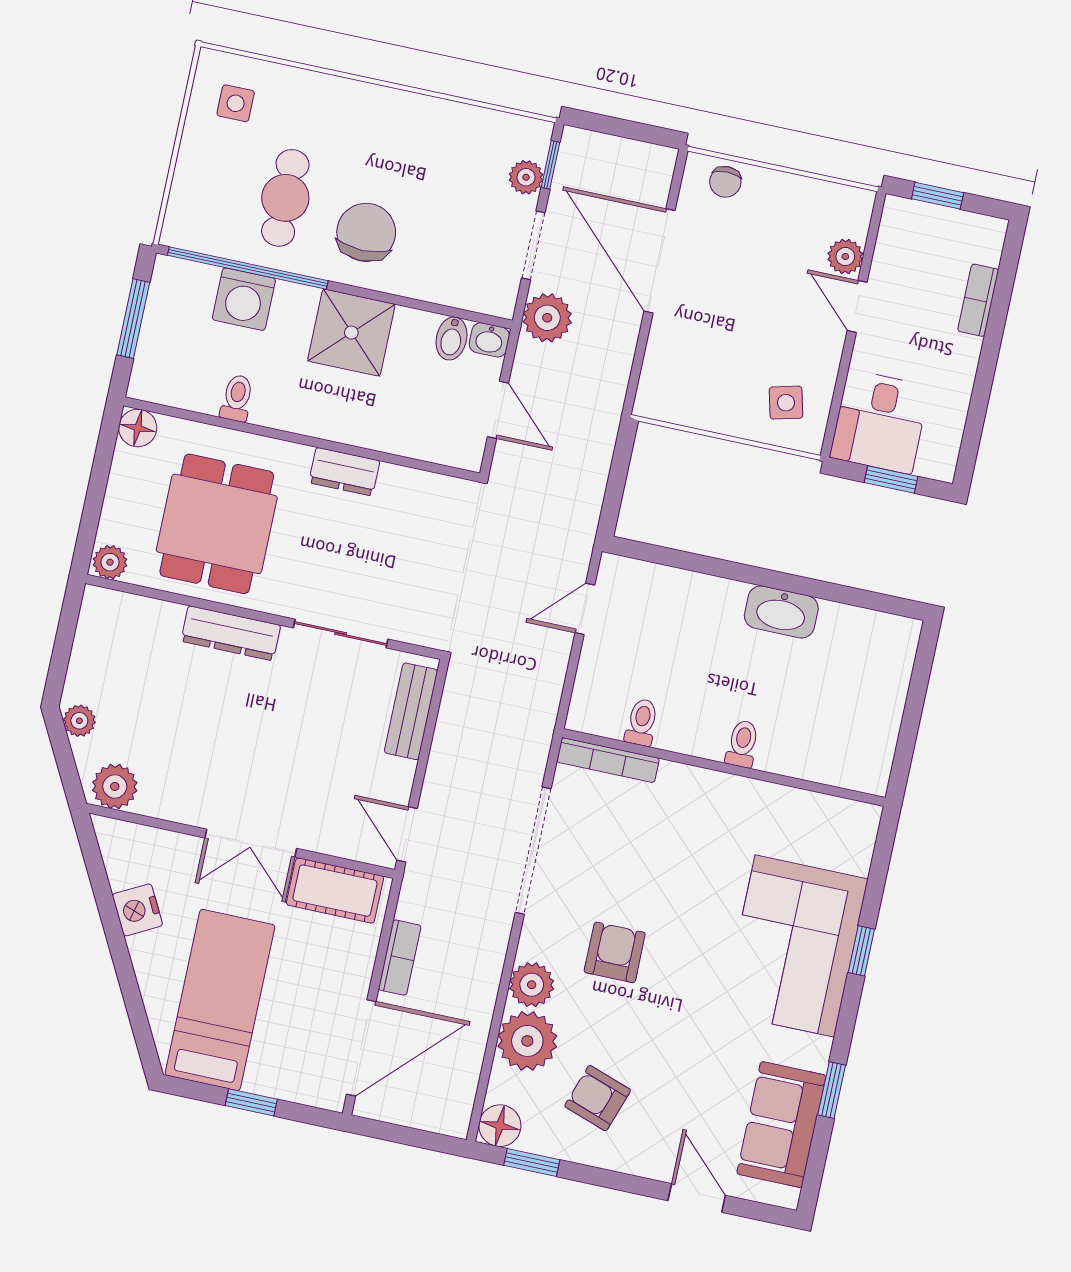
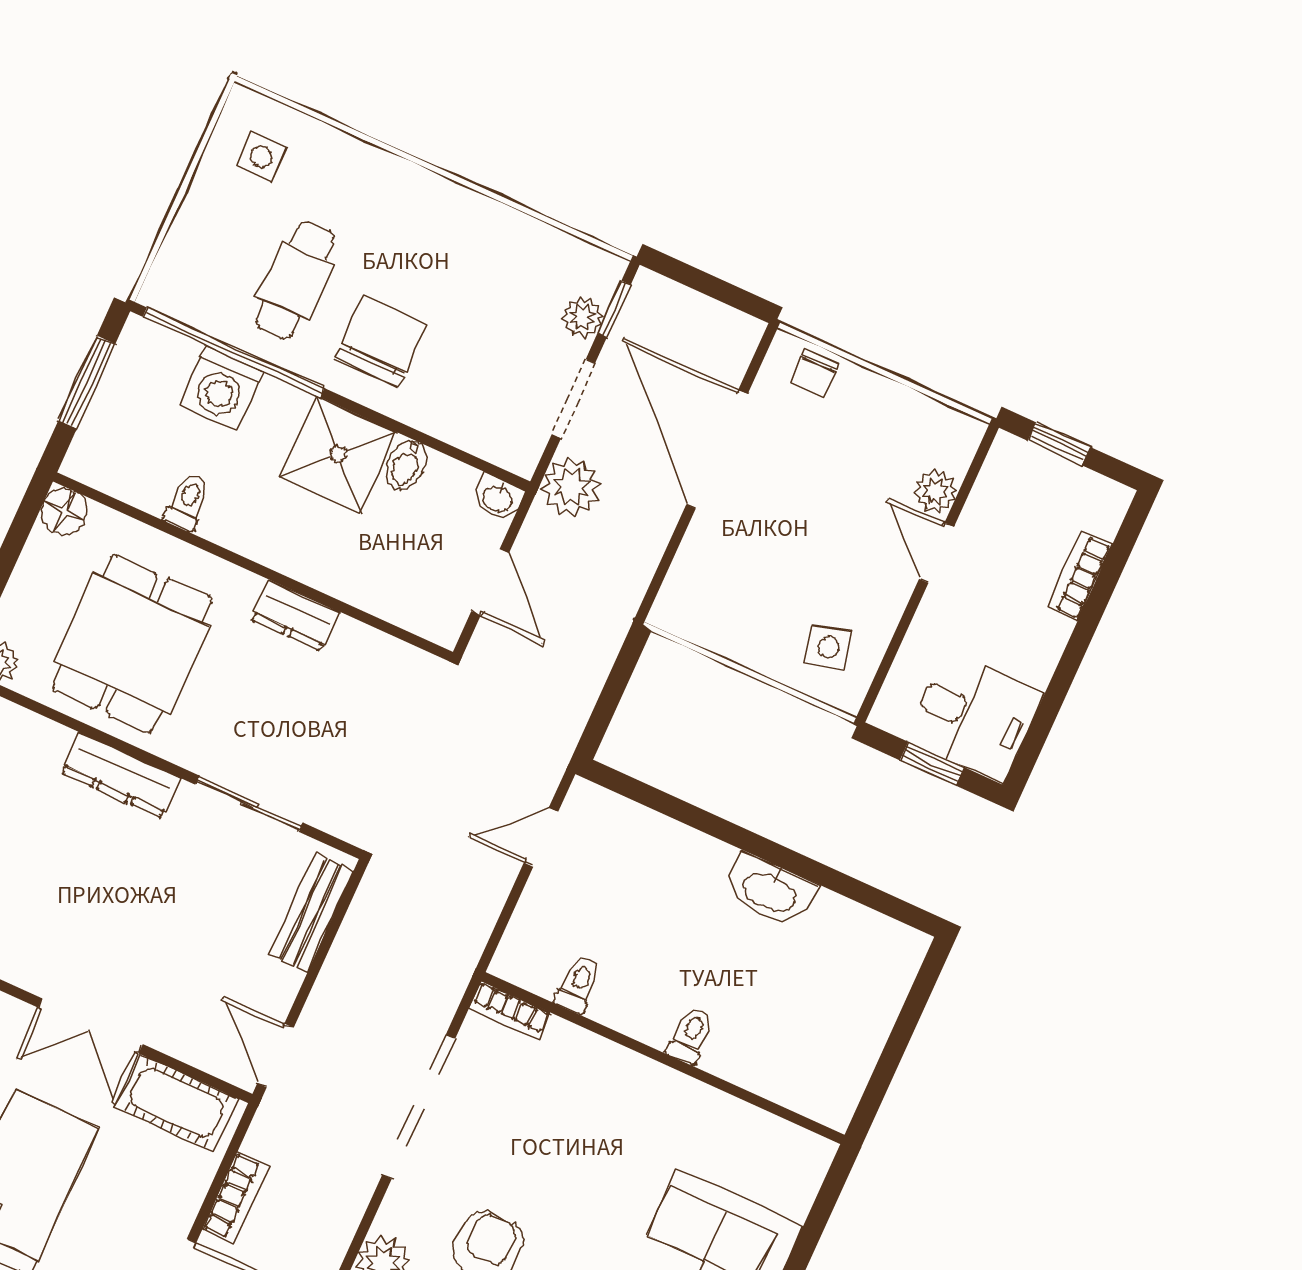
bidet: (451, 339) -> (406, 465), moved
desk: (880, 422) -> (975, 717), moved, turned -90
bookcase: (608, 760) -> (510, 1011), width x0.64

